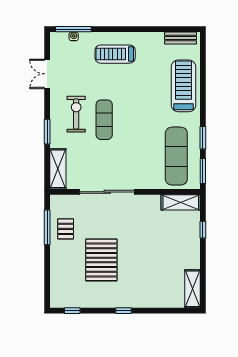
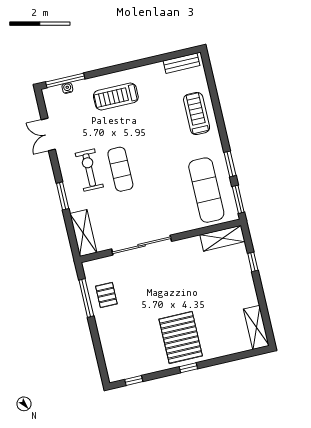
treadmill: (183, 86) -> (197, 113), width x0.73, depth x0.73
pallet: (101, 260) -> (181, 337), moved

